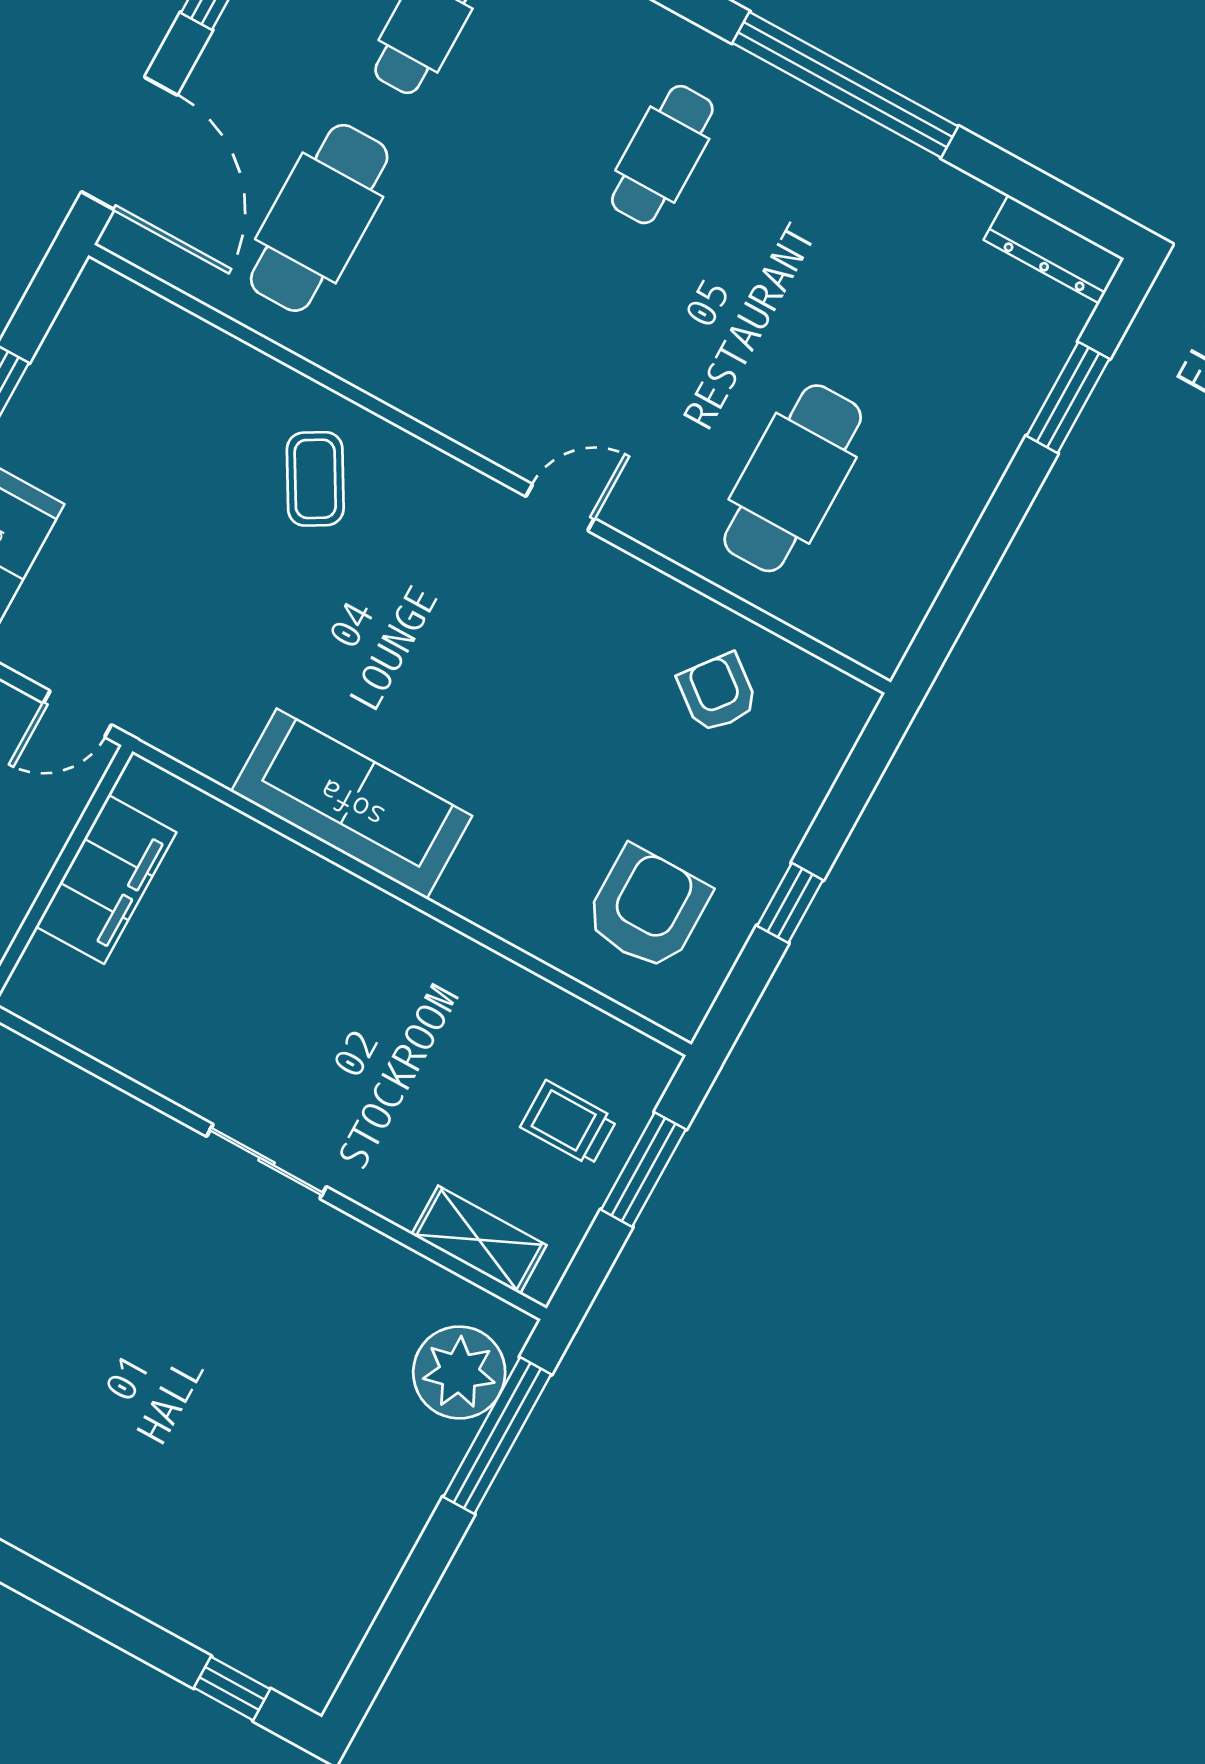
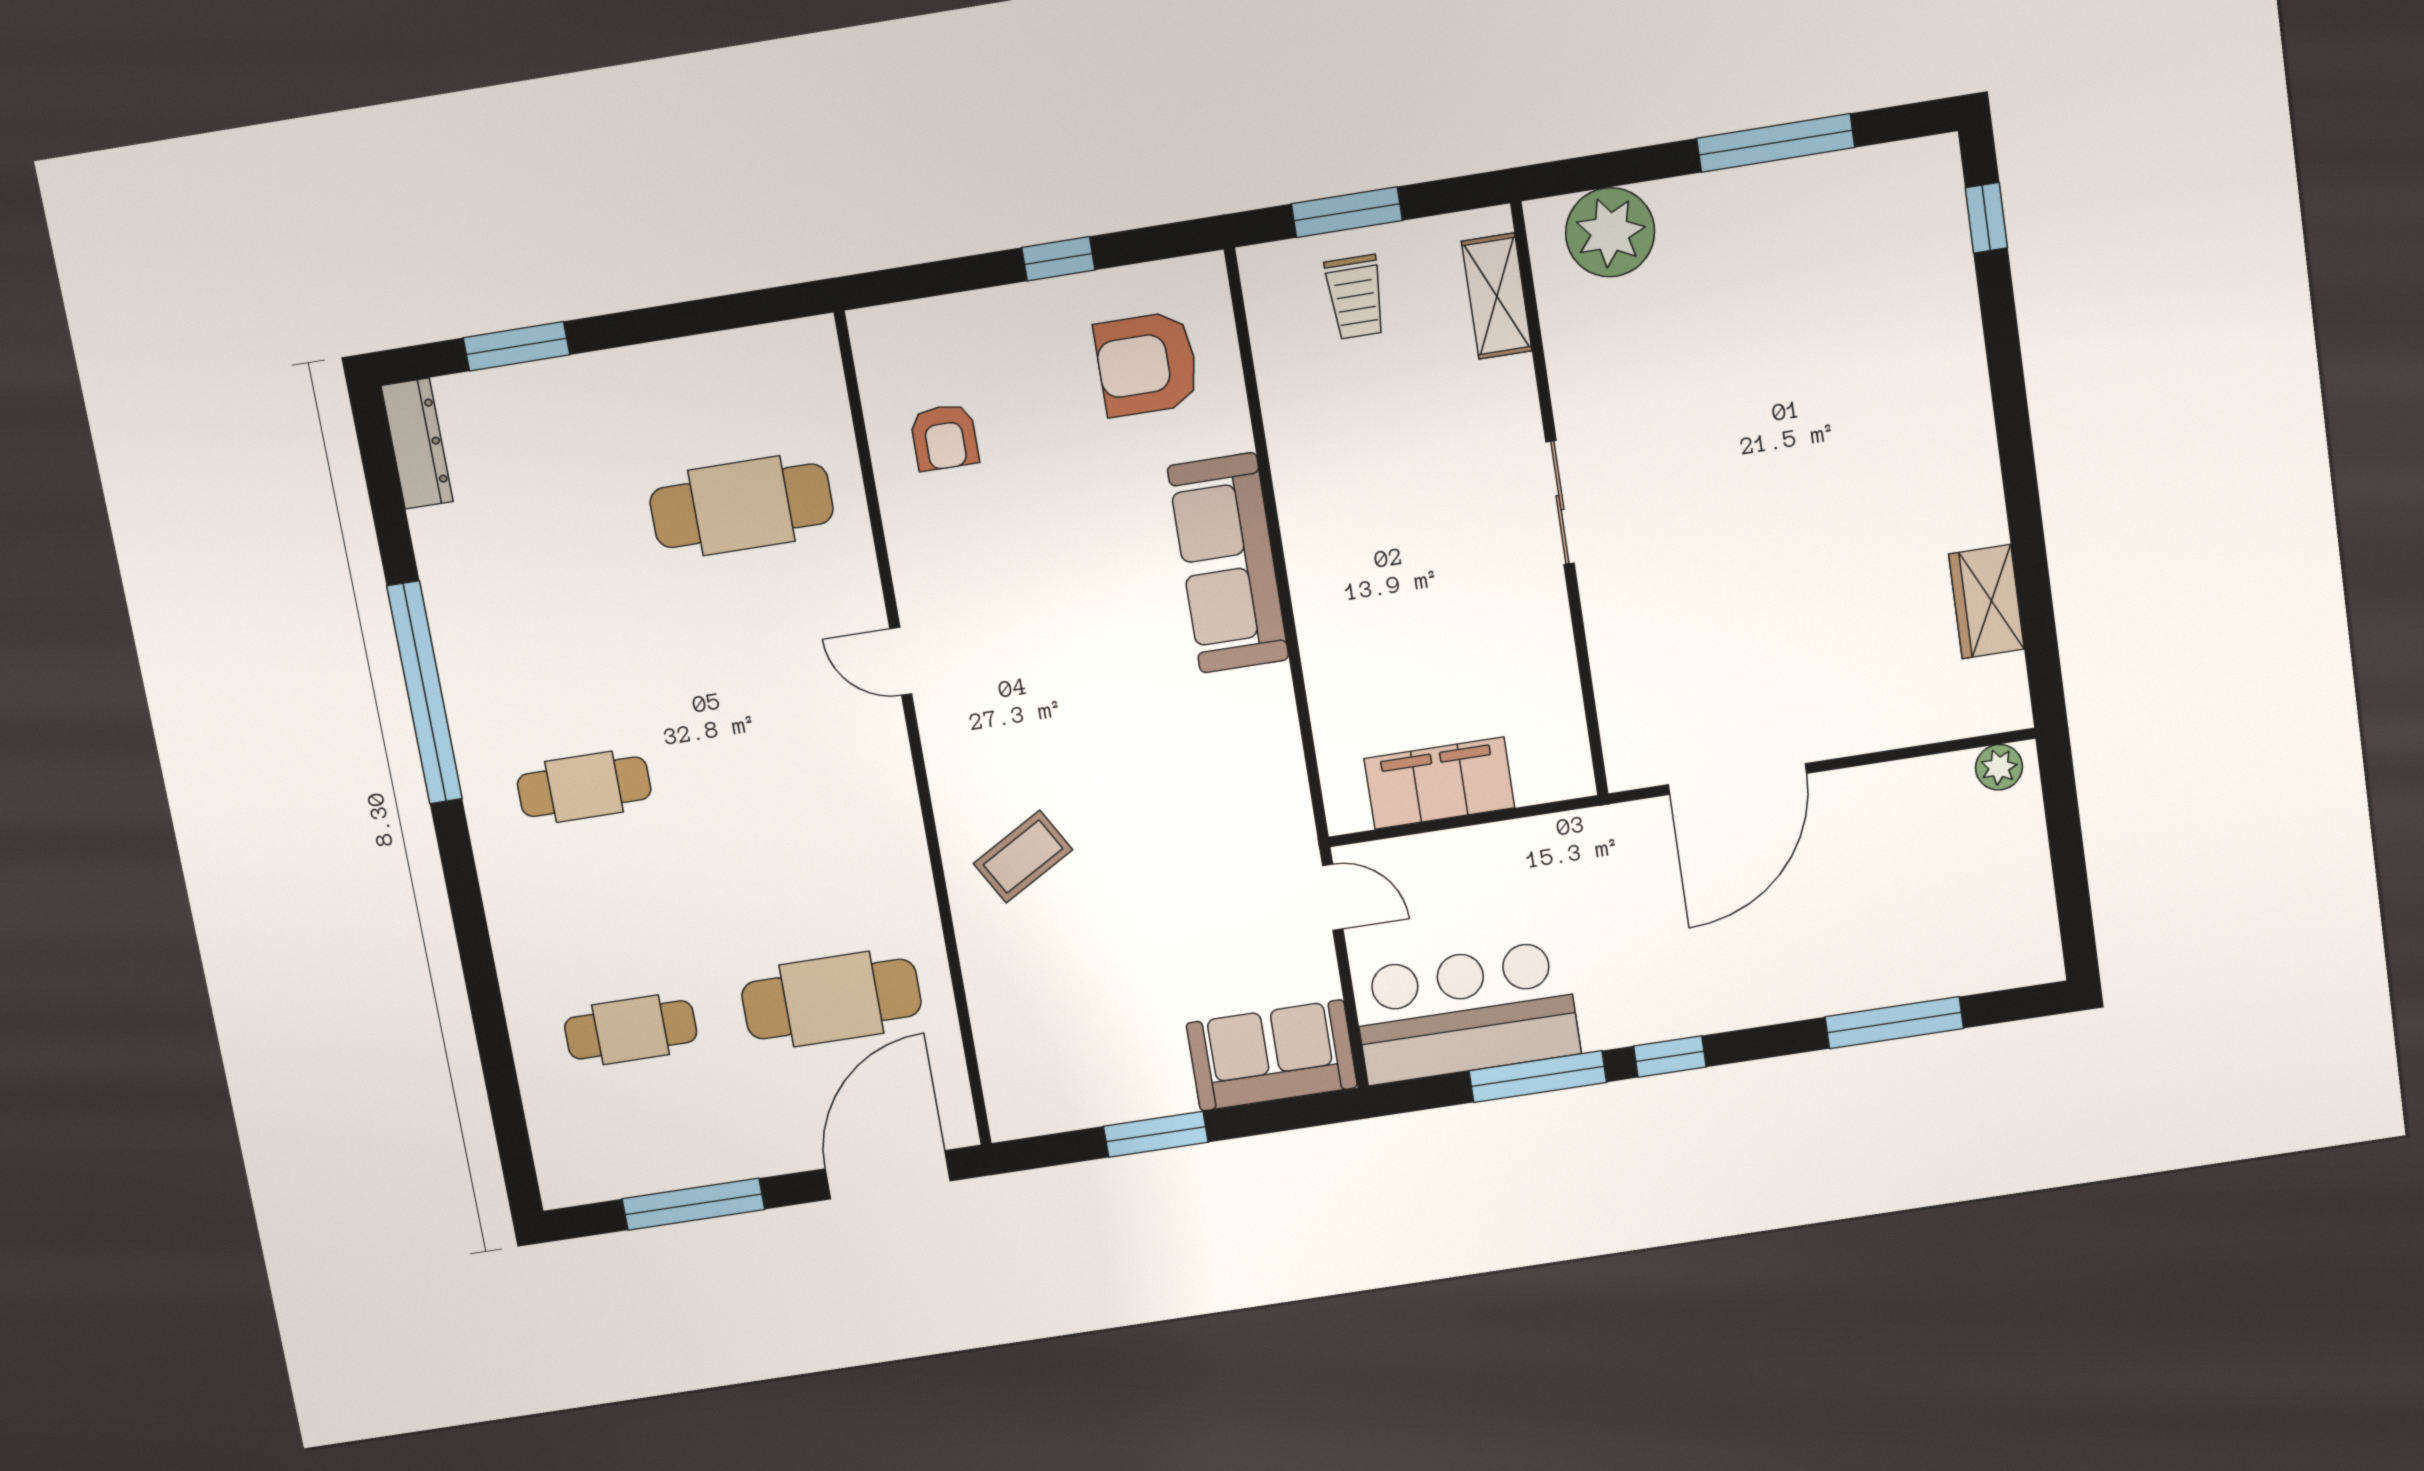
armchair: (718, 693) -> (944, 437), turned -38
sofa: (352, 804) -> (1228, 563), moved
window: (497, 1436) -> (1776, 143), moved

